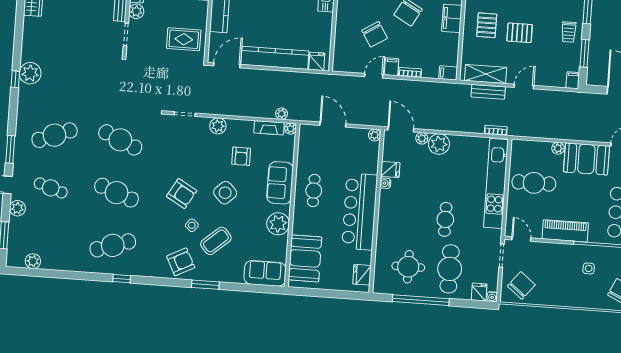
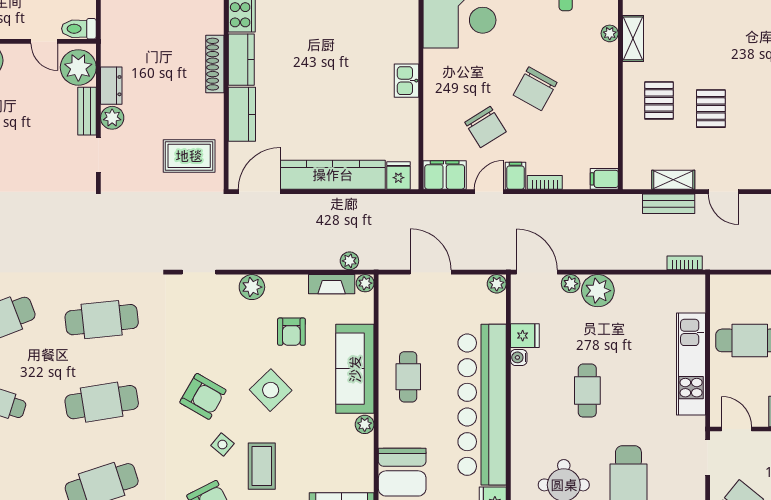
filing cabinet: (452, 18) -> (445, 175), moved, turned 90
pallet: (520, 33) -> (711, 109), turned 90
shelving: (486, 74) -> (673, 180), width x0.67, depth x0.75
door: (524, 86) -> (724, 192), swing flipped
cafe table: (120, 140) -> (102, 320), turned -30
sofa: (280, 183) -> (355, 369), width x1.36
kitchen unit: (496, 183) -> (691, 364), width x0.73
cafe table: (117, 193) -> (102, 402), turned -30
bar counter: (360, 212) -> (482, 405), width x1.36
cafe table: (445, 219) -> (587, 391), moved
plant: (278, 224) -> (365, 424), width x0.53, depth x0.53
coffee table: (216, 241) -> (262, 466), turned -49

